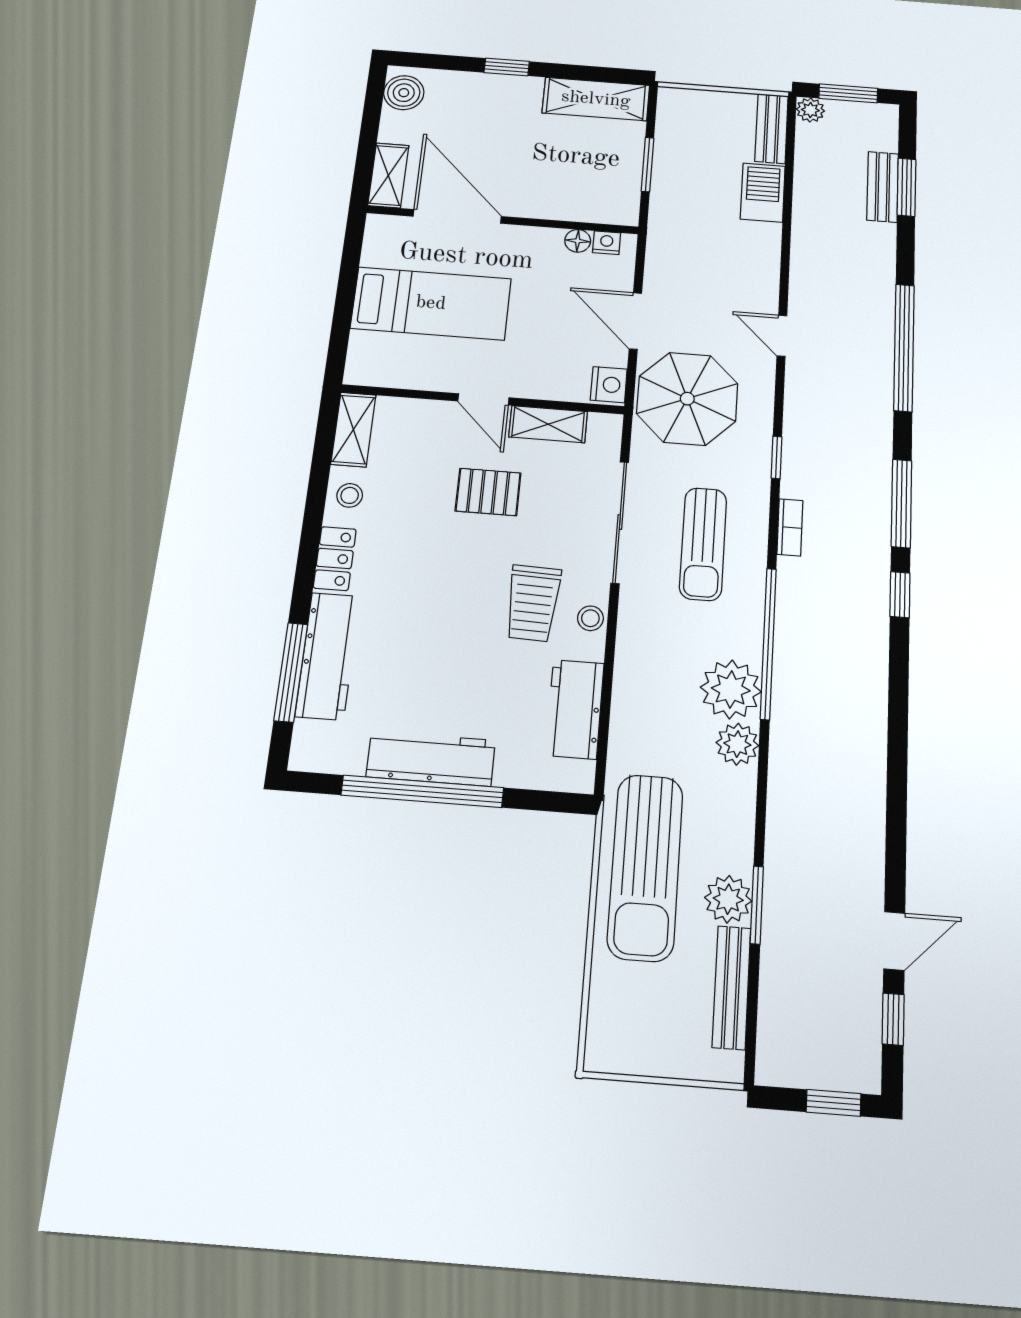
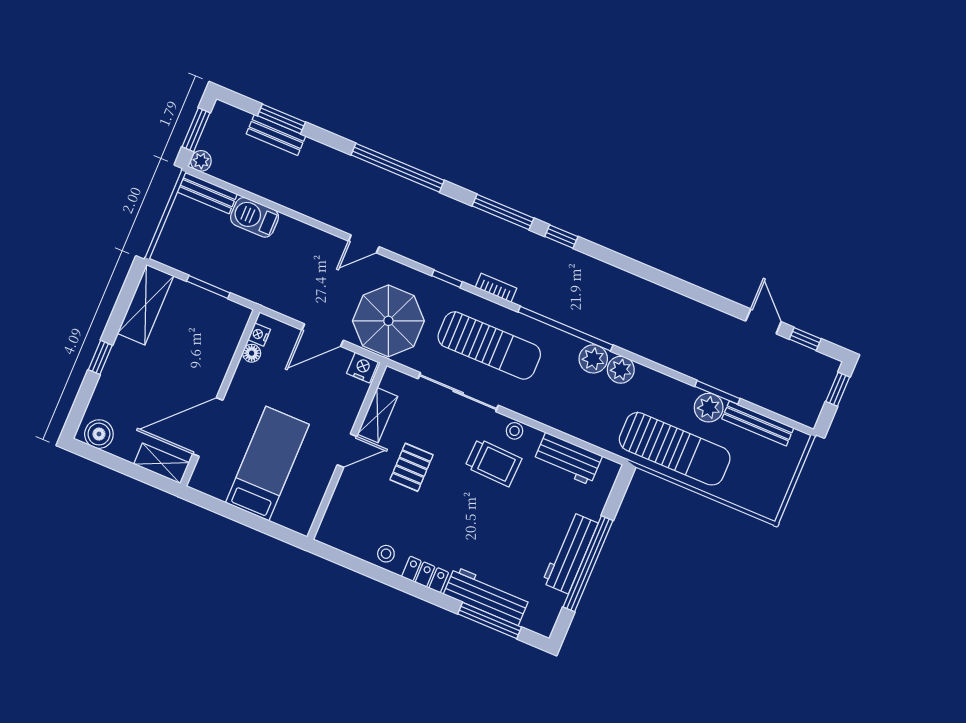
shelving: (353, 429) -> (341, 539), removed
sun lounger: (703, 544) -> (489, 345), width x1.36, depth x1.34
plant: (731, 689) -> (593, 359), width x0.73, depth x0.73

